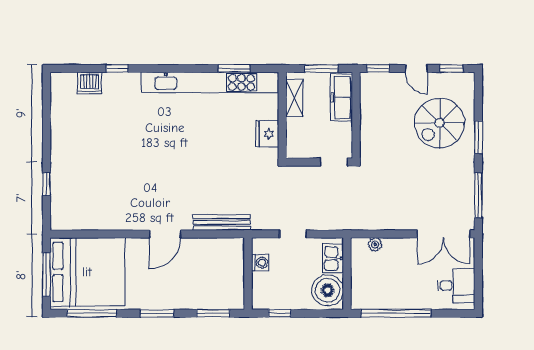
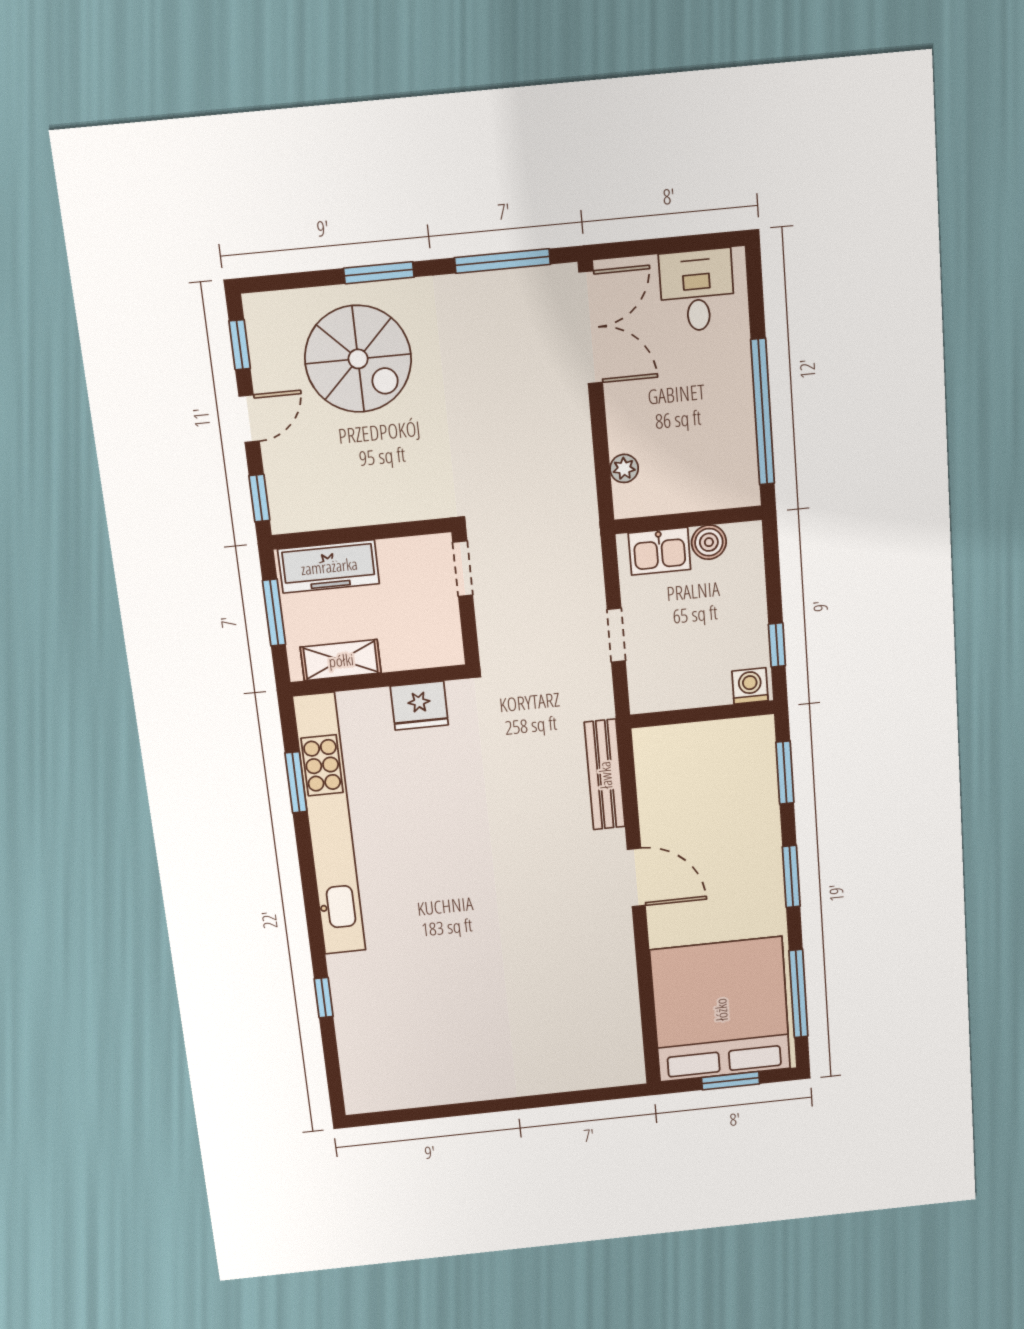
dishwasher: (90, 83) -> (358, 1044), removed
window: (46, 184) -> (560, 1099), removed
washing machine: (260, 263) -> (750, 686), moved
window: (46, 275) -> (731, 1081), width x0.69
boiler: (328, 290) -> (709, 542), width x0.54, depth x0.54

